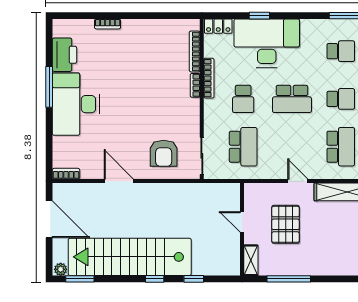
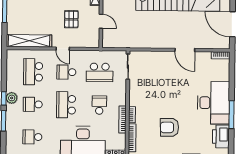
school desk: (292, 99) -> (66, 105), turned -90
school desk: (243, 147) -> (100, 72), turned -90
school desk: (292, 147) -> (66, 72), added
armchair: (164, 153) -> (170, 127), moved, turned -91
pallet: (286, 224) -> (71, 19), width x0.67, depth x0.71

